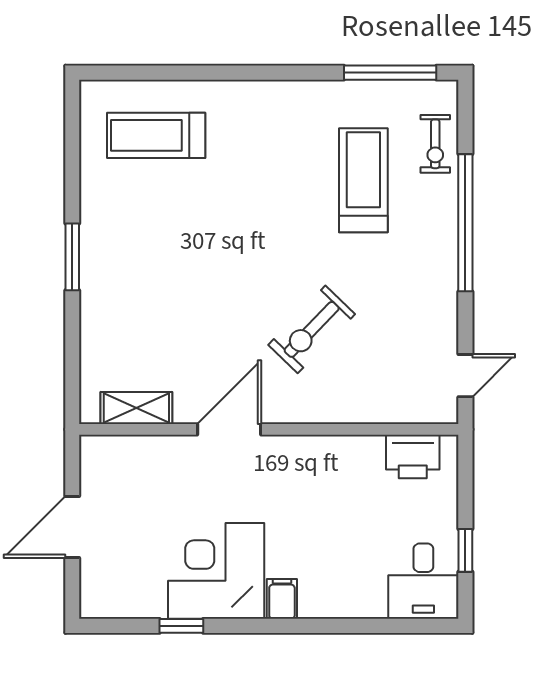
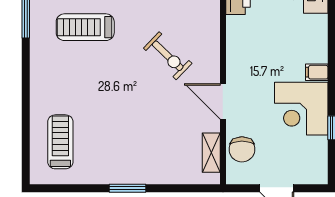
treadmill: (156, 135) -> (60, 142), turned 180
chair: (142, 464) -> (242, 149), added

